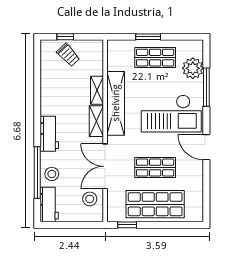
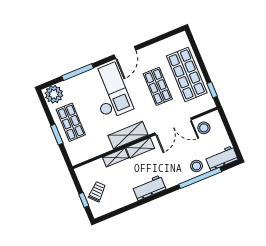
plant: (193, 68) -> (54, 94), moved
shelving: (116, 103) -> (128, 135), width x0.68
workbench: (49, 134) -> (149, 188), moved

